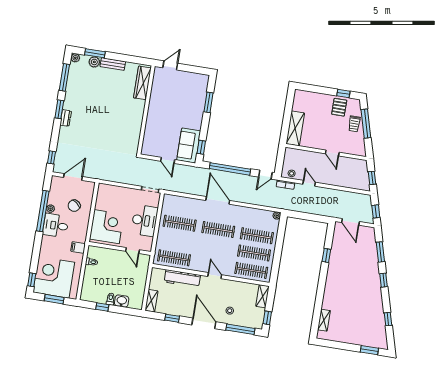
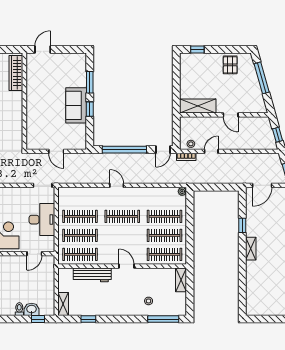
window: (343, 93) -> (197, 50), moved
trolley: (354, 124) -> (249, 80), removed
shelving: (295, 128) -> (198, 106), moved, turned 90
sofa: (189, 146) -> (76, 105), moved
window: (201, 147) -> (90, 109), moved
door: (309, 183) -> (211, 151), hinge flipped
door: (218, 200) -> (117, 185), width x0.53
door: (351, 222) -> (262, 185), hinge flipped
clothes rail: (177, 241) -> (80, 235), added
door: (132, 251) -> (34, 254), hinge flipped
window: (102, 307) -> (38, 319), moved
window: (267, 318) -> (190, 302), removed
shelving: (324, 320) -> (251, 249), moved
door: (204, 323) -> (123, 319), removed

